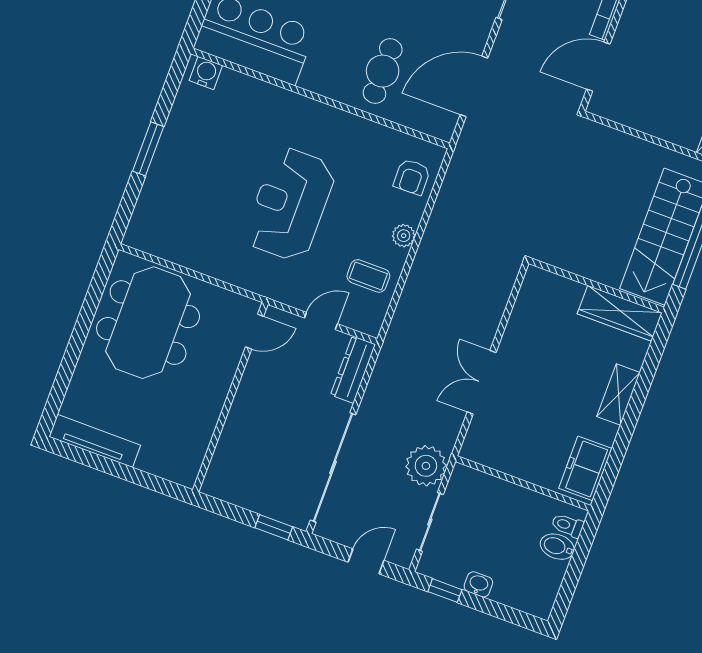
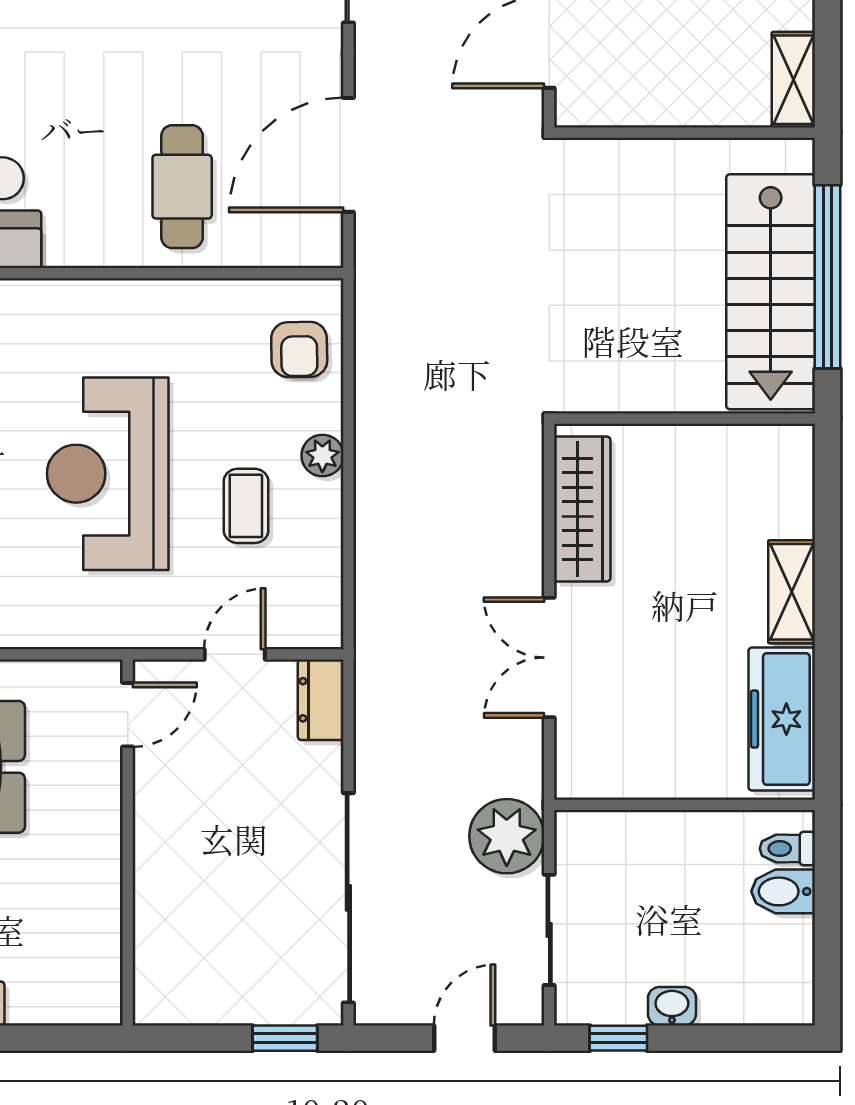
coffee table: (368, 276) -> (246, 506), moved, turned 90
wardrobe: (620, 313) -> (582, 509), moved, turned -90
dresser: (353, 370) -> (321, 700), width x0.70
freezer: (585, 468) -> (782, 719), width x1.40

